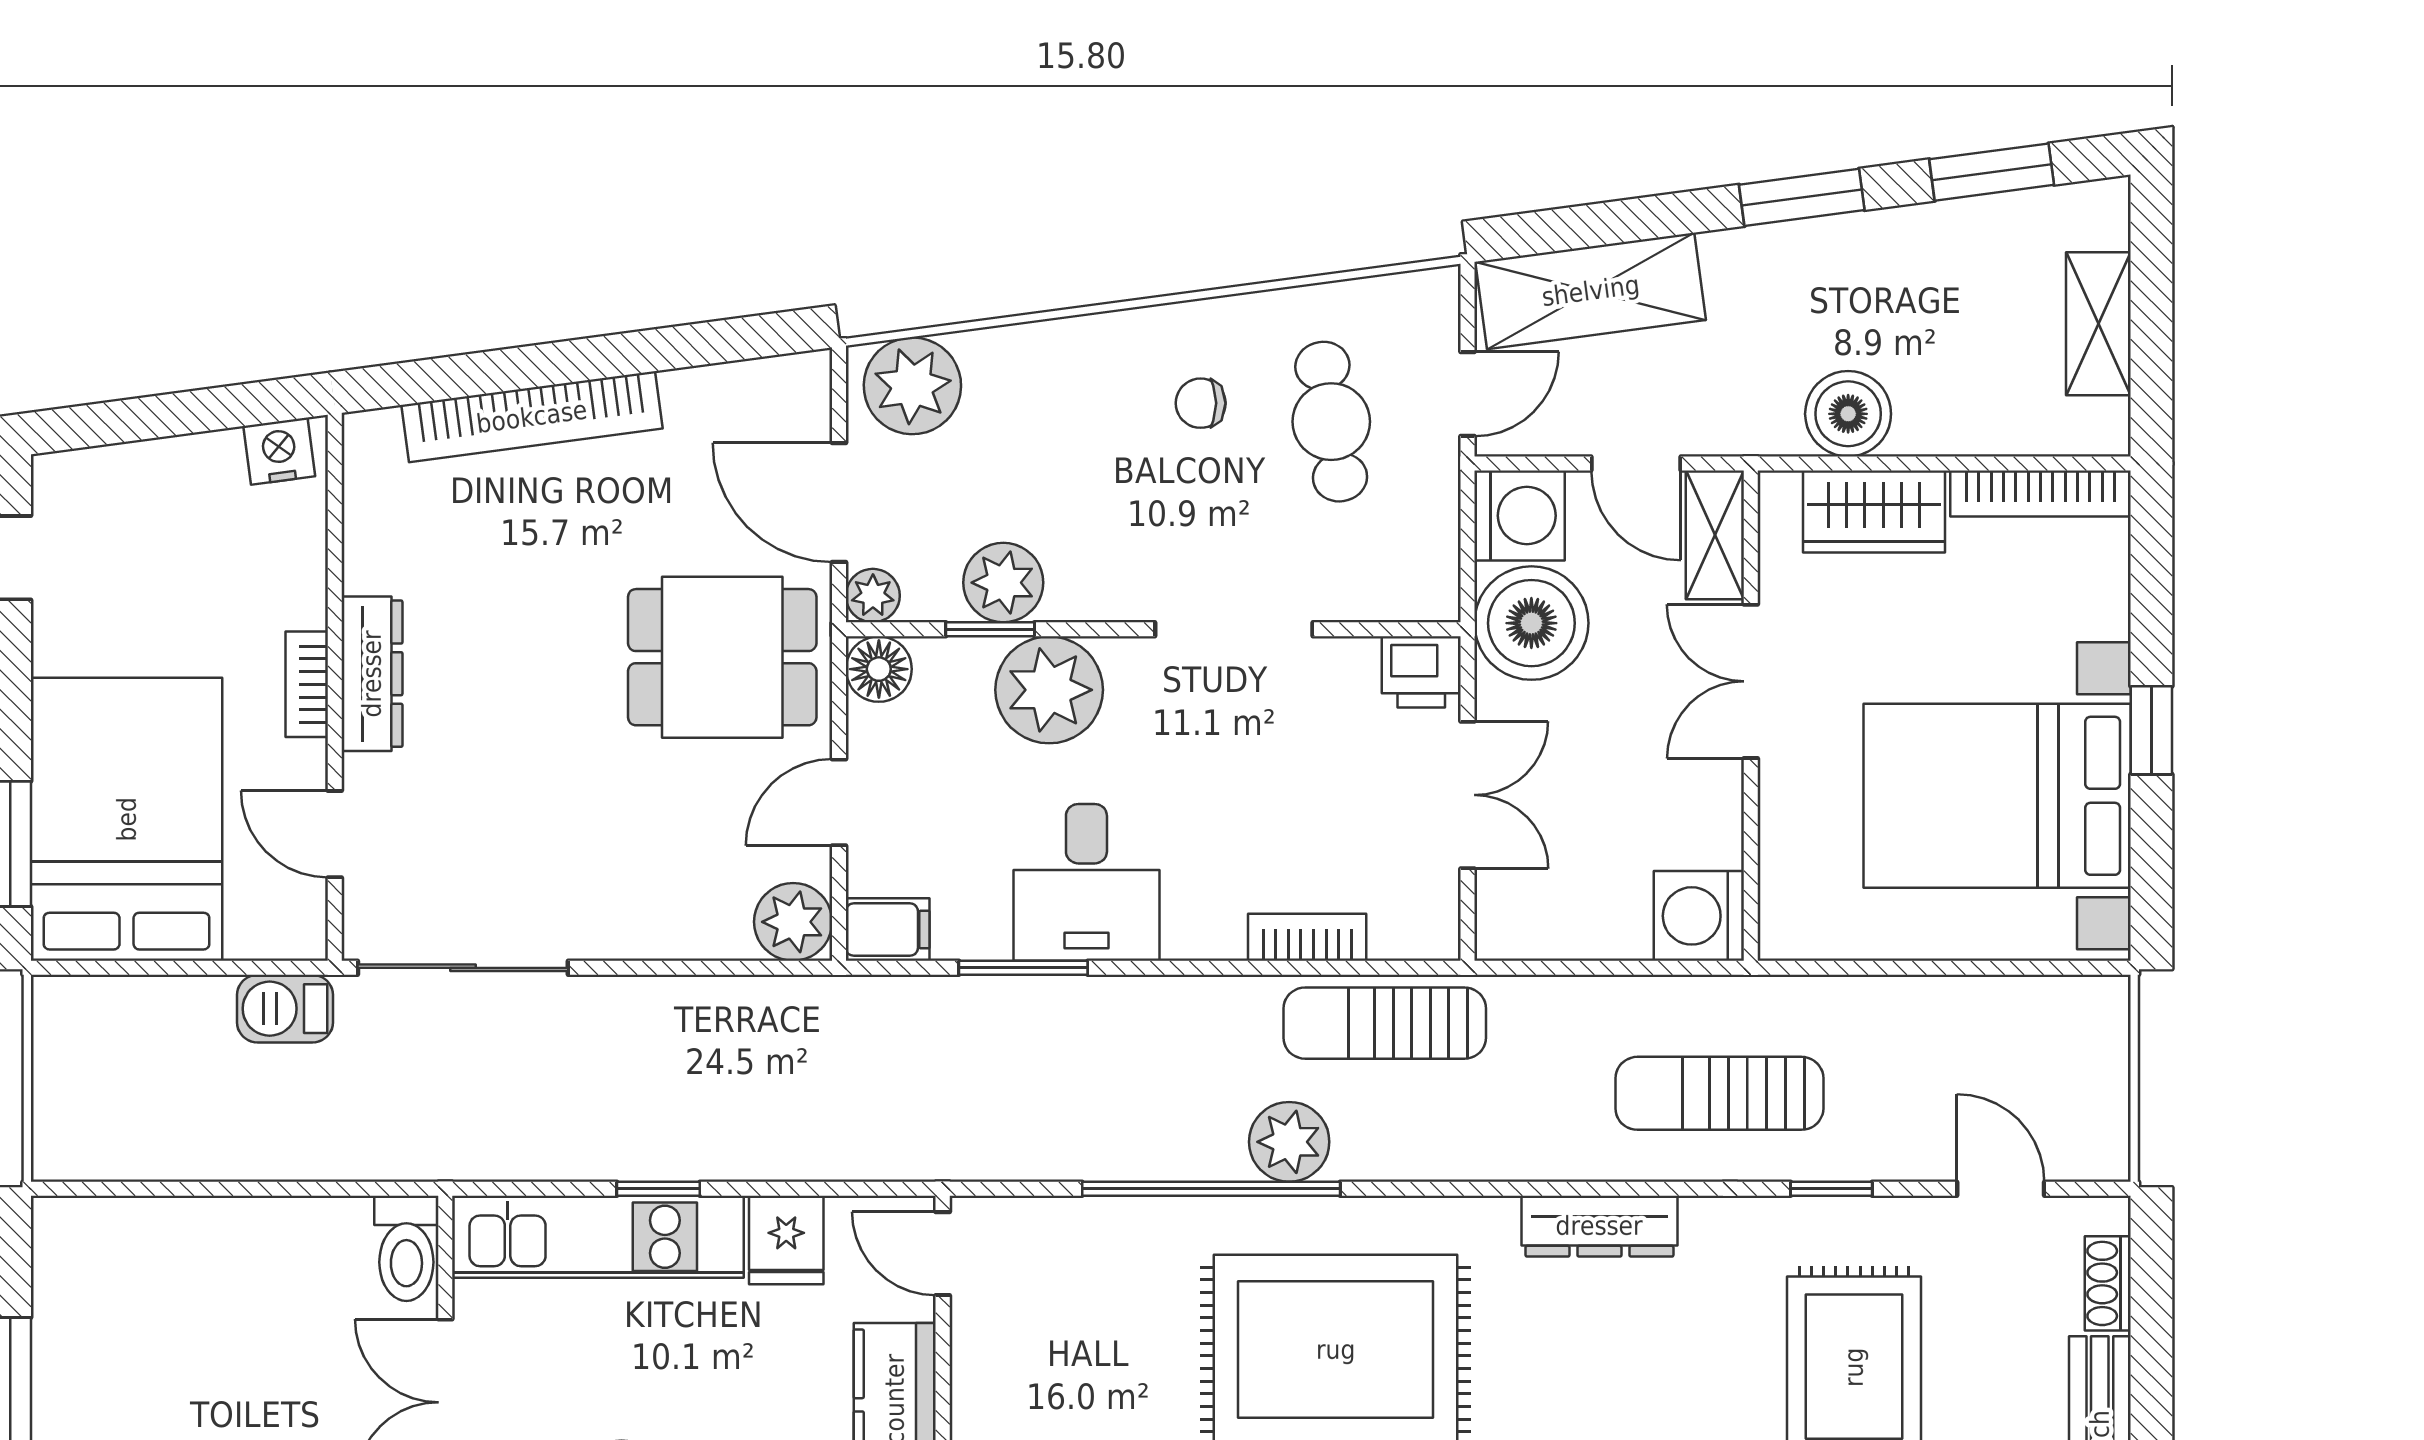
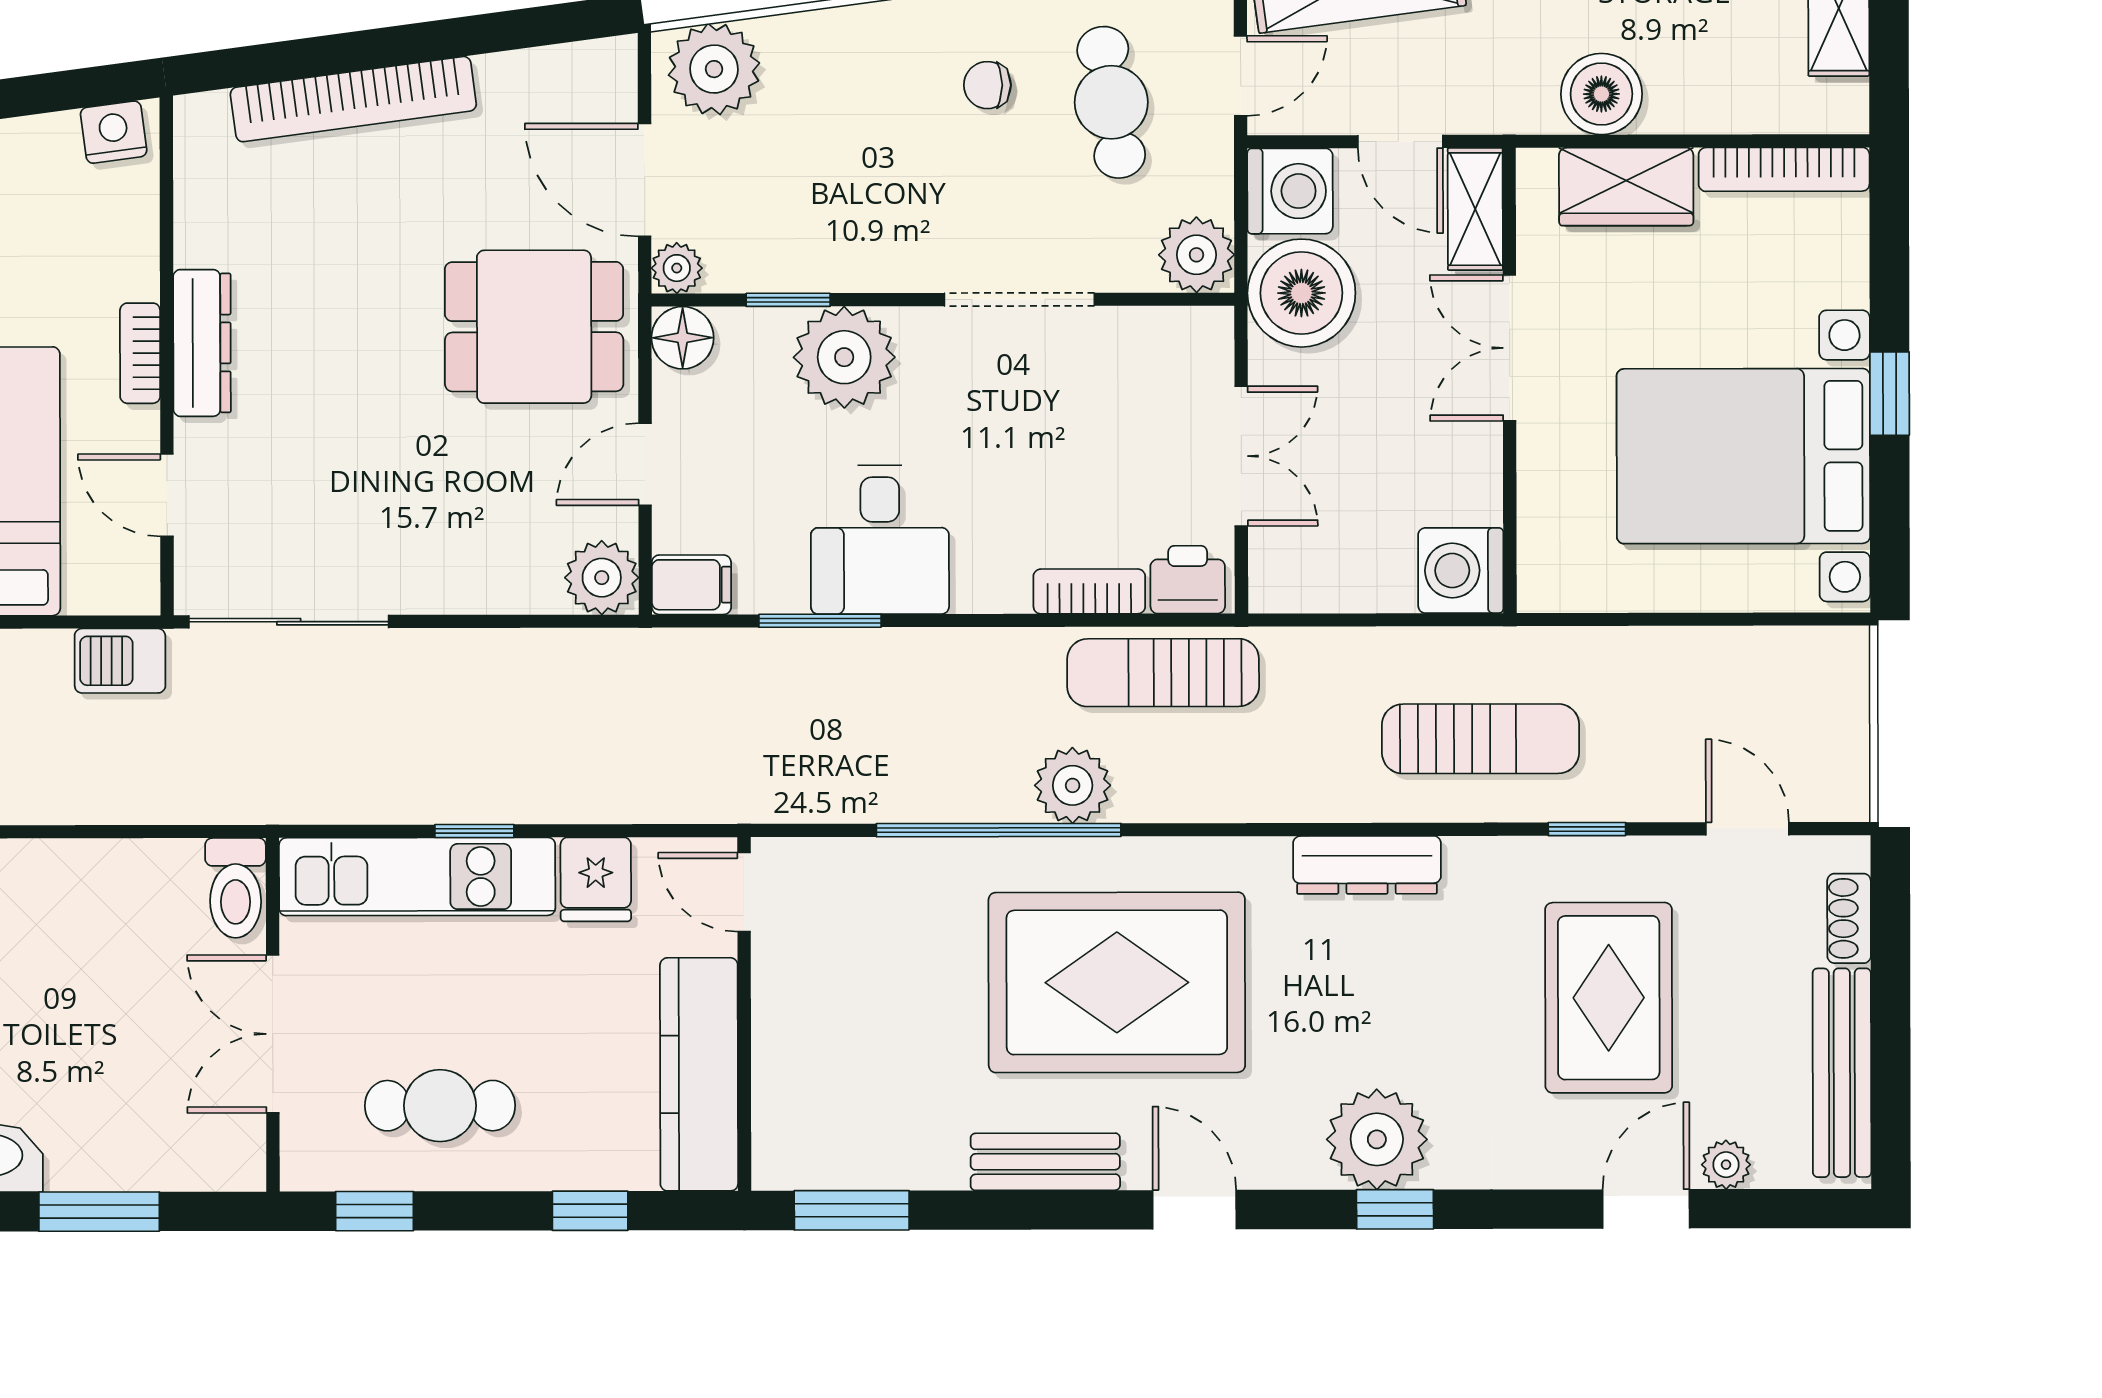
plant: (1003, 583) -> (1196, 255), moved
printer: (1421, 672) -> (1188, 580), moved, turned 180
sun lounger: (1719, 1093) -> (1481, 739), turned 180

